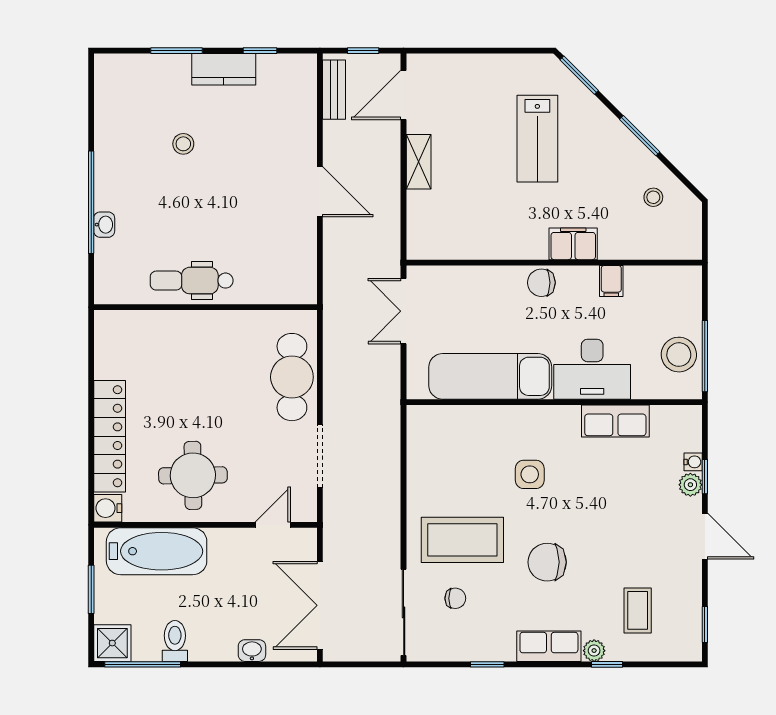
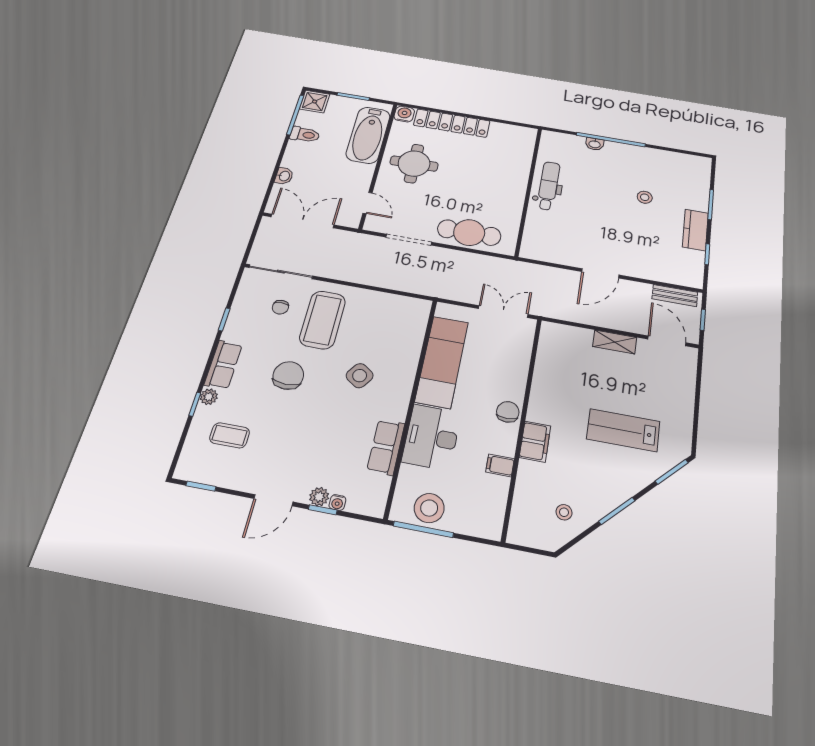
side table: (530, 474) -> (360, 376), turned 35

